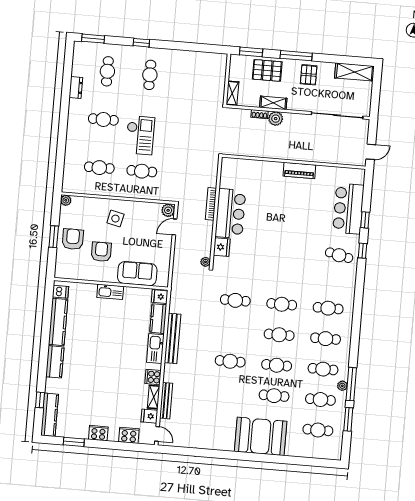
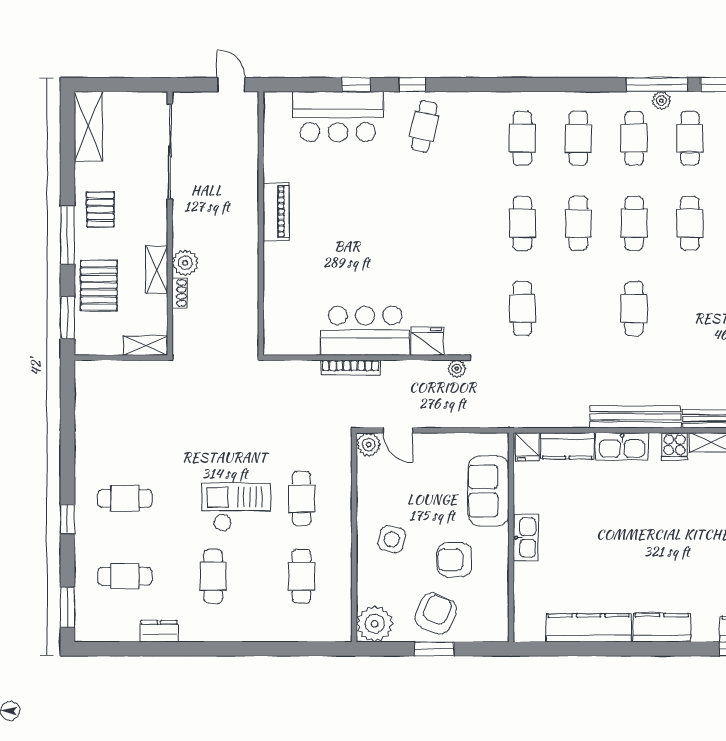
pallet: (309, 75) -> (100, 209), turned 90
plant: (66, 200) -> (375, 624), width x1.87, depth x1.87
armchair: (73, 239) -> (436, 614), turned 113
dishwasher: (61, 292) -> (533, 628), removed
bench: (173, 338) -> (635, 417), moved

